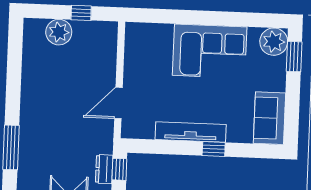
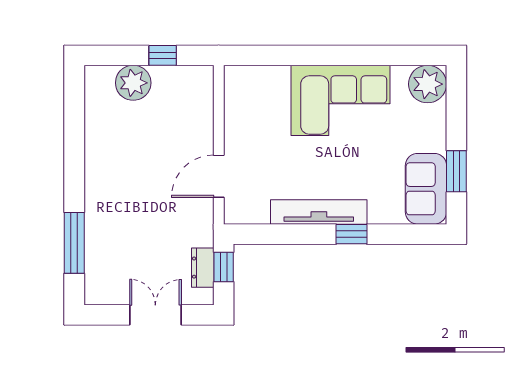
window: (294, 57) -> (456, 171), moved

